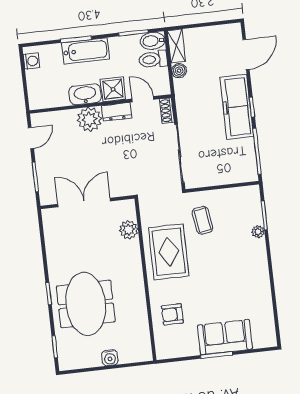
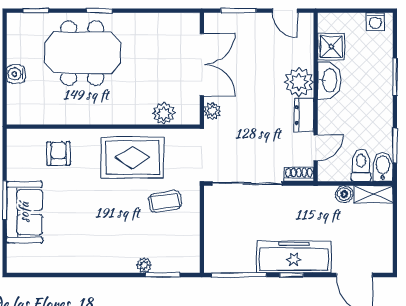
bathtub: (85, 51) -> (380, 87), removed
shower: (113, 89) -> (331, 47), moved
plant: (122, 189) -> (212, 111), added

